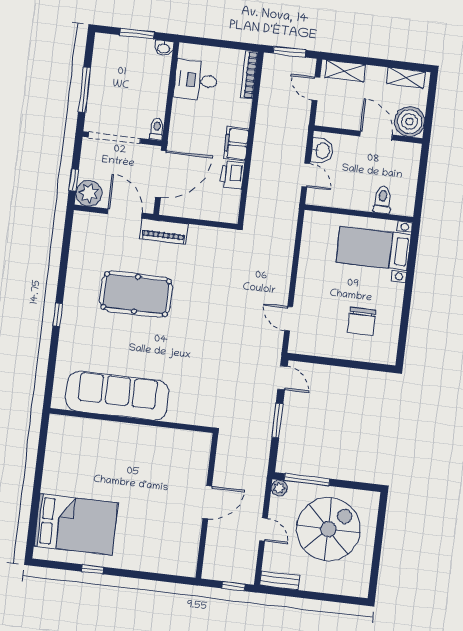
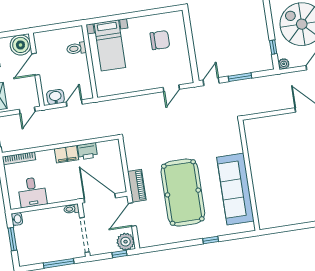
door: (316, 89) -> (27, 110), moved
pool table: (136, 294) -> (183, 193), width x1.36, depth x1.32
sofa: (117, 396) -> (235, 189), moved
wall: (131, 421) -> (249, 175), moved
window: (307, 480) -> (273, 47), width x0.46

